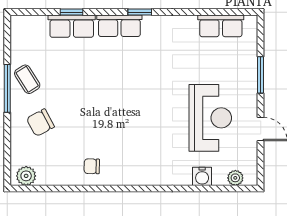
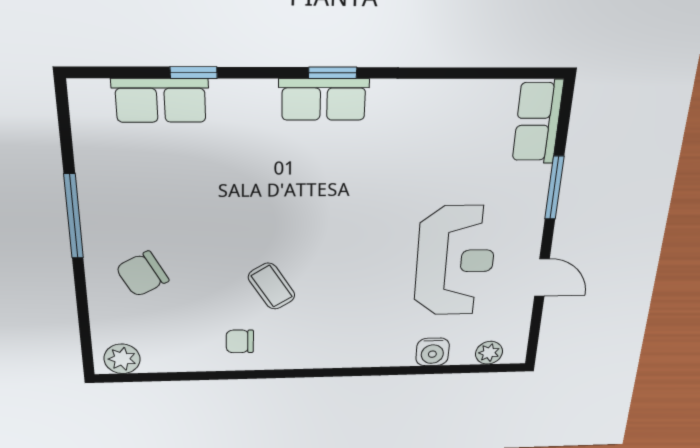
row of seats: (72, 26) -> (161, 100), moved
row of seats: (119, 26) -> (324, 99), moved
row of seats: (221, 26) -> (538, 122), moved, turned 90
coffee table: (27, 79) -> (272, 286), moved

